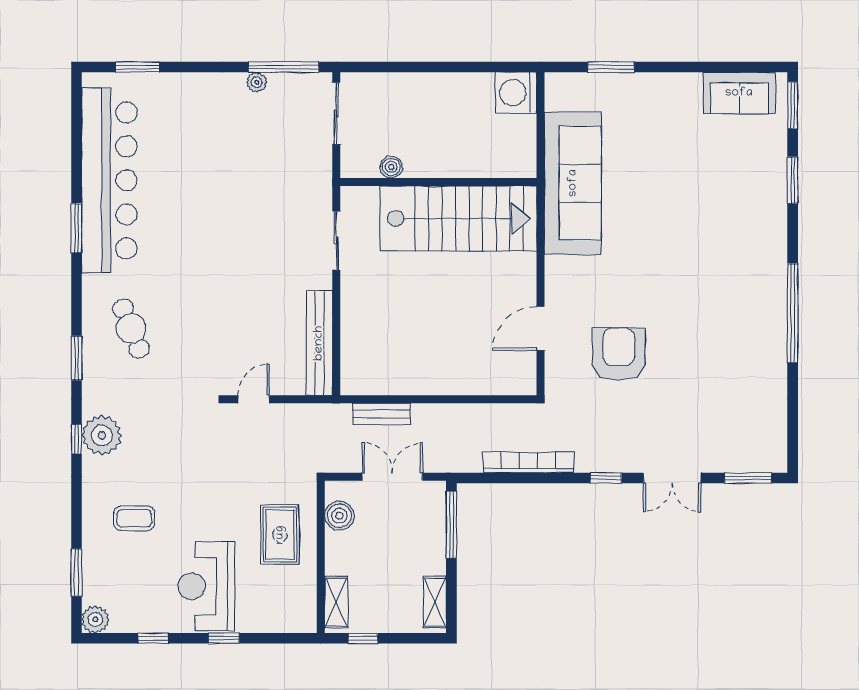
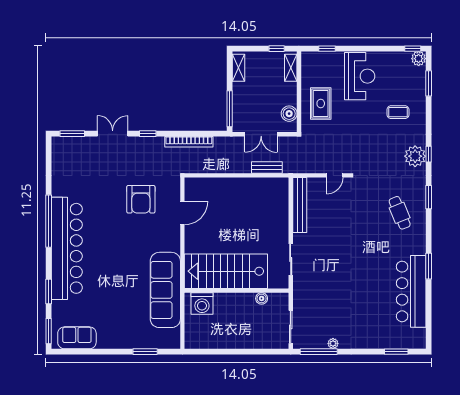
washing machine: (516, 93) -> (202, 304), moved, turned 90
bar counter: (109, 180) -> (411, 291), width x0.73
bar counter: (759, 262) -> (67, 248), added
window: (153, 638) -> (413, 49), moved
window: (224, 638) -> (327, 49), moved

